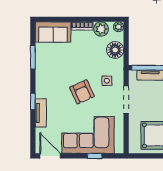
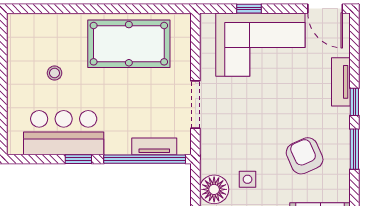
window: (33, 57) -> (354, 149), moved
side table: (107, 81) -> (248, 179), moved
armchair: (82, 92) -> (305, 156), moved

